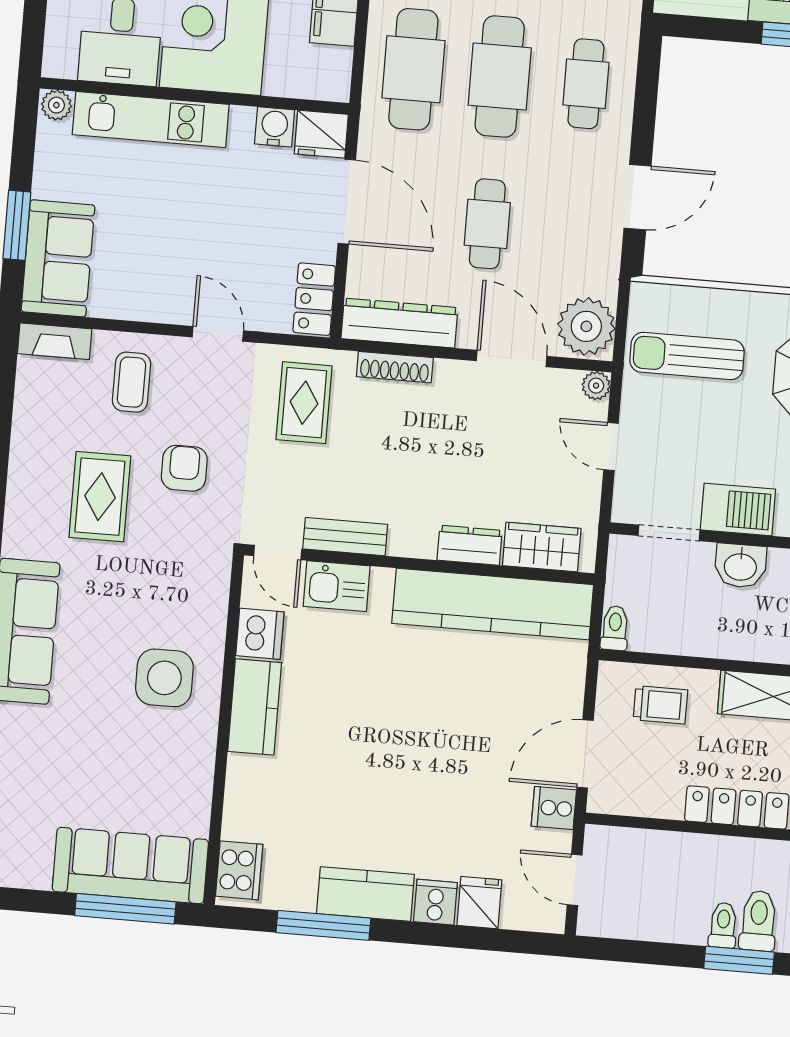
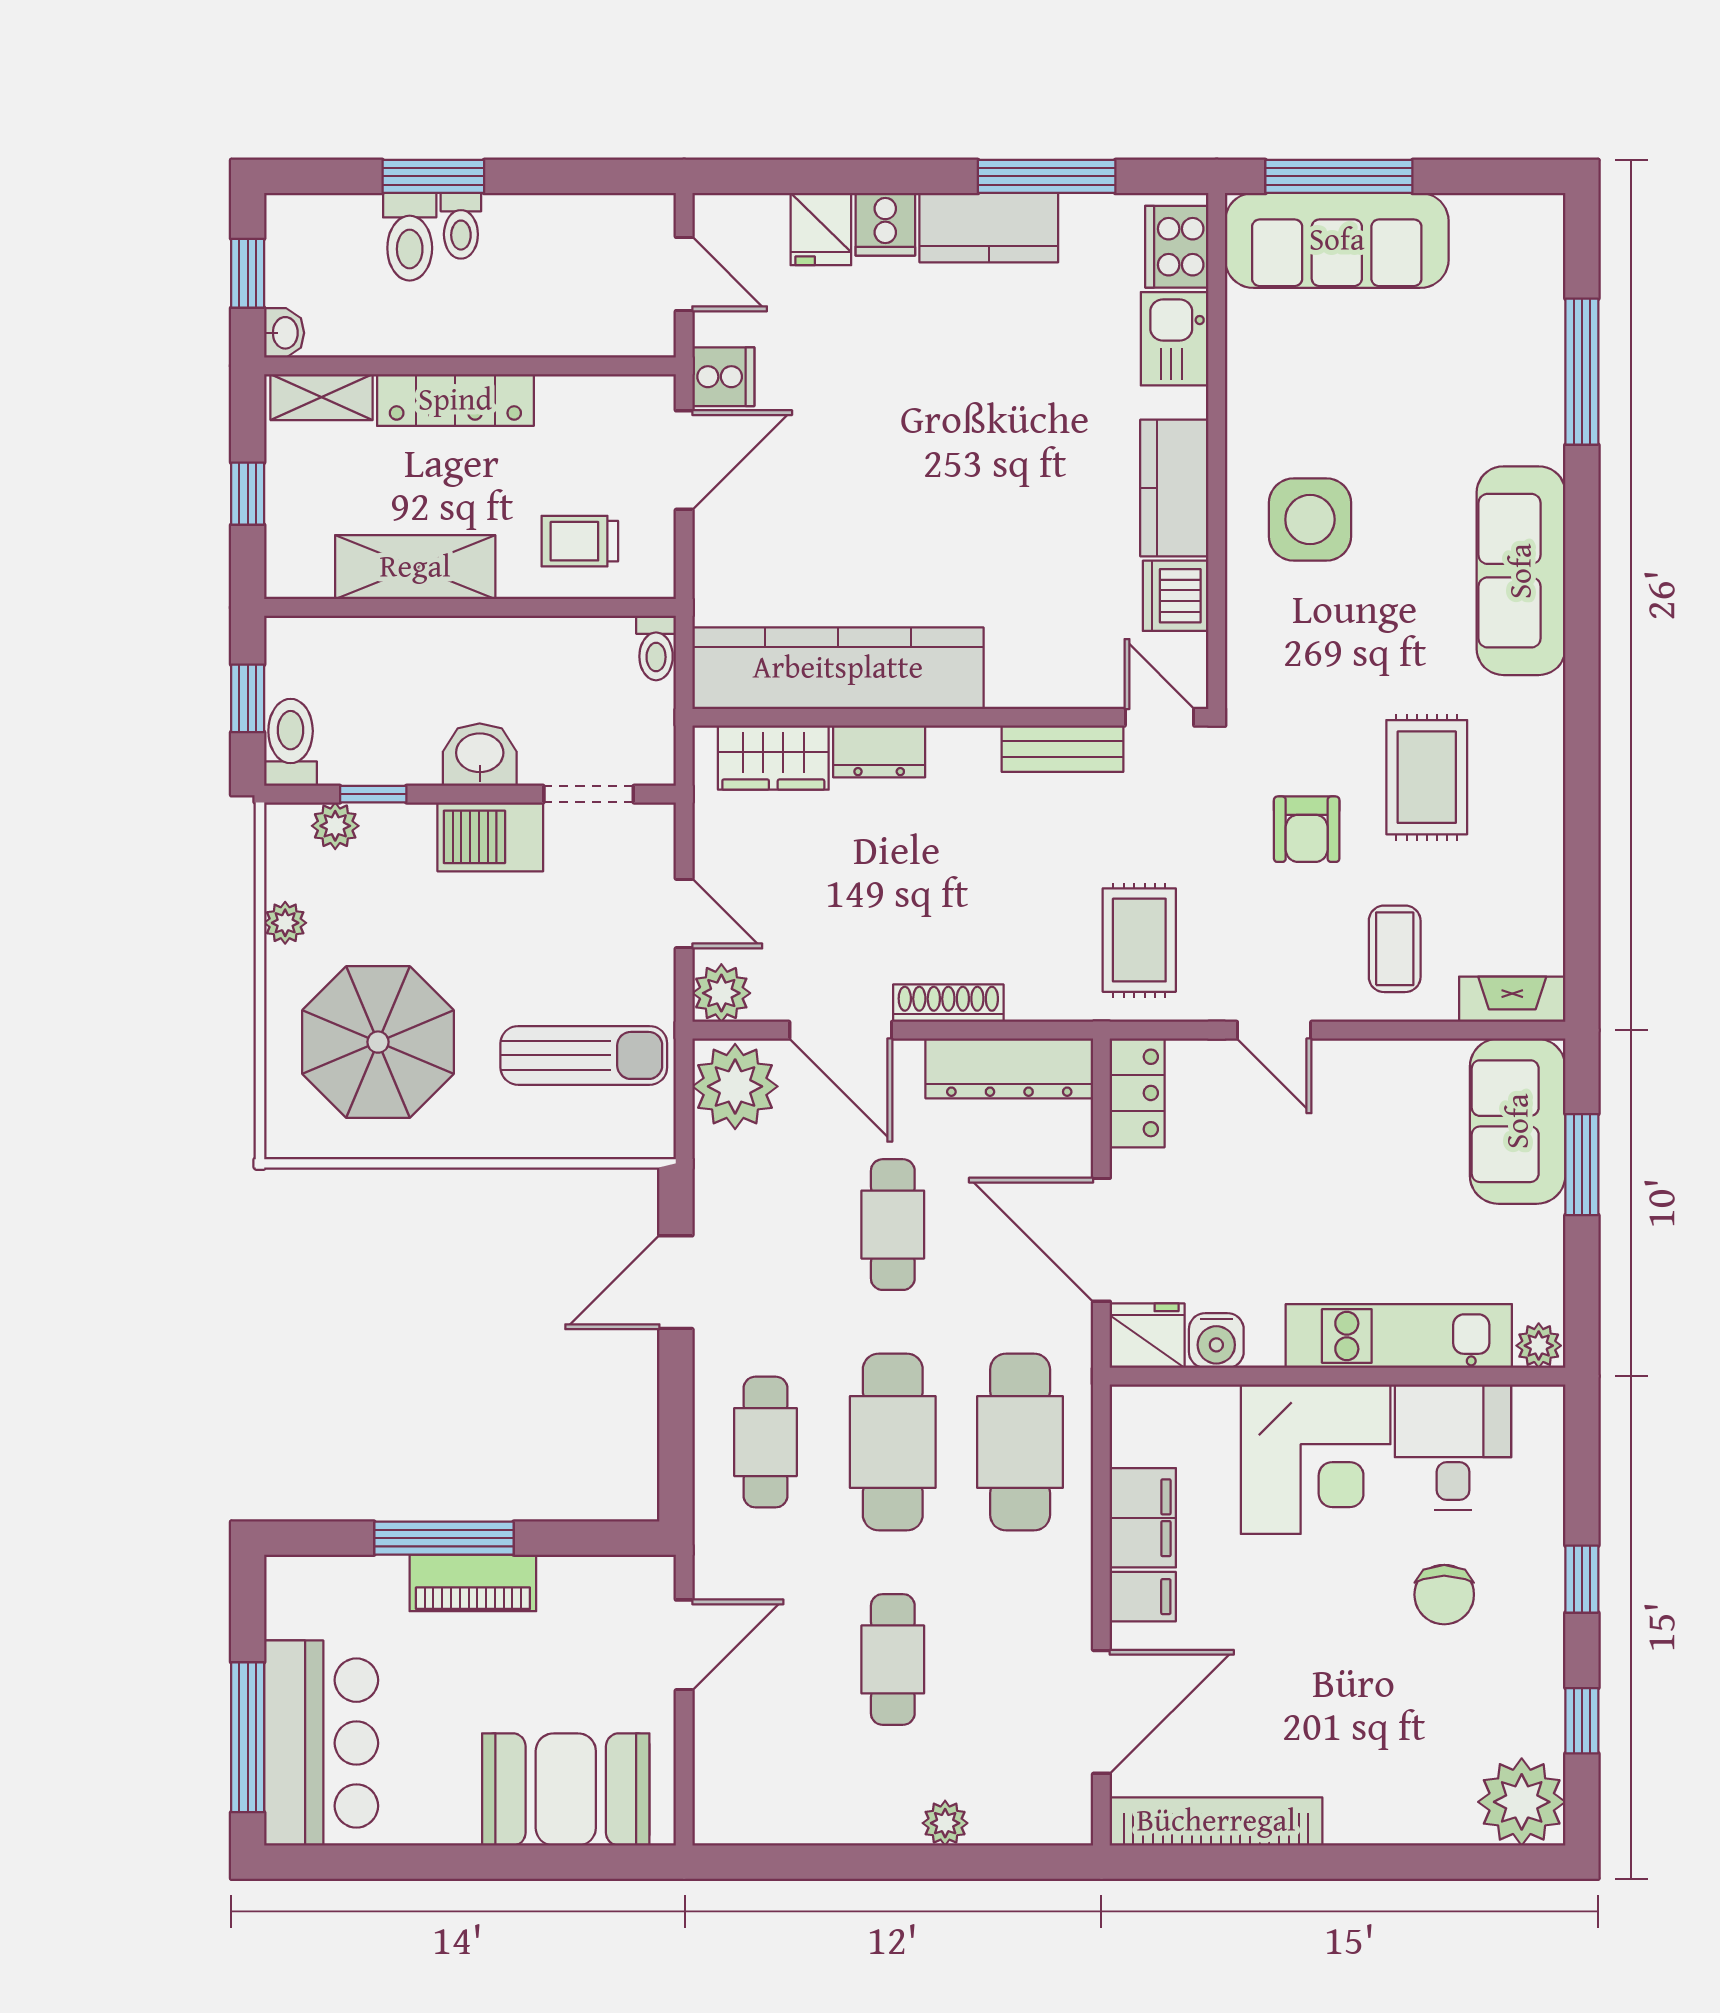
shoe rack: (395, 367) -> (948, 1003), moved
plant: (596, 386) -> (721, 993), width x1.38, depth x1.38
kitchen sink: (337, 586) -> (1175, 339), moved, turned -90

